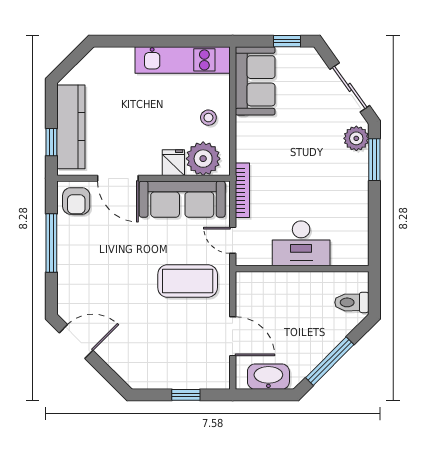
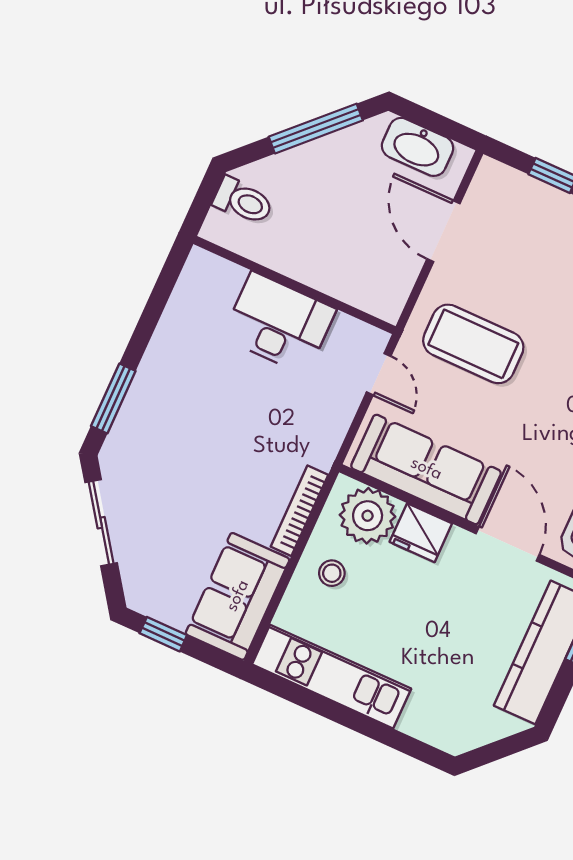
plant: (356, 138) -> (126, 442), removed
fridge: (173, 163) -> (421, 533), width x1.38
bookcase: (242, 190) -> (299, 511), moved

